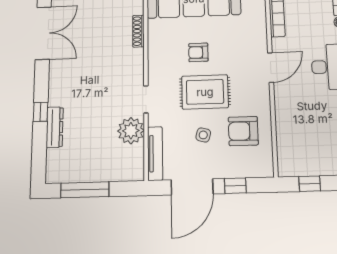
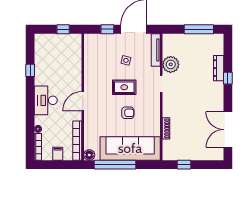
rug: (205, 92) -> (124, 87), width x0.73, depth x0.70
armchair: (243, 131) -> (101, 62), removed

